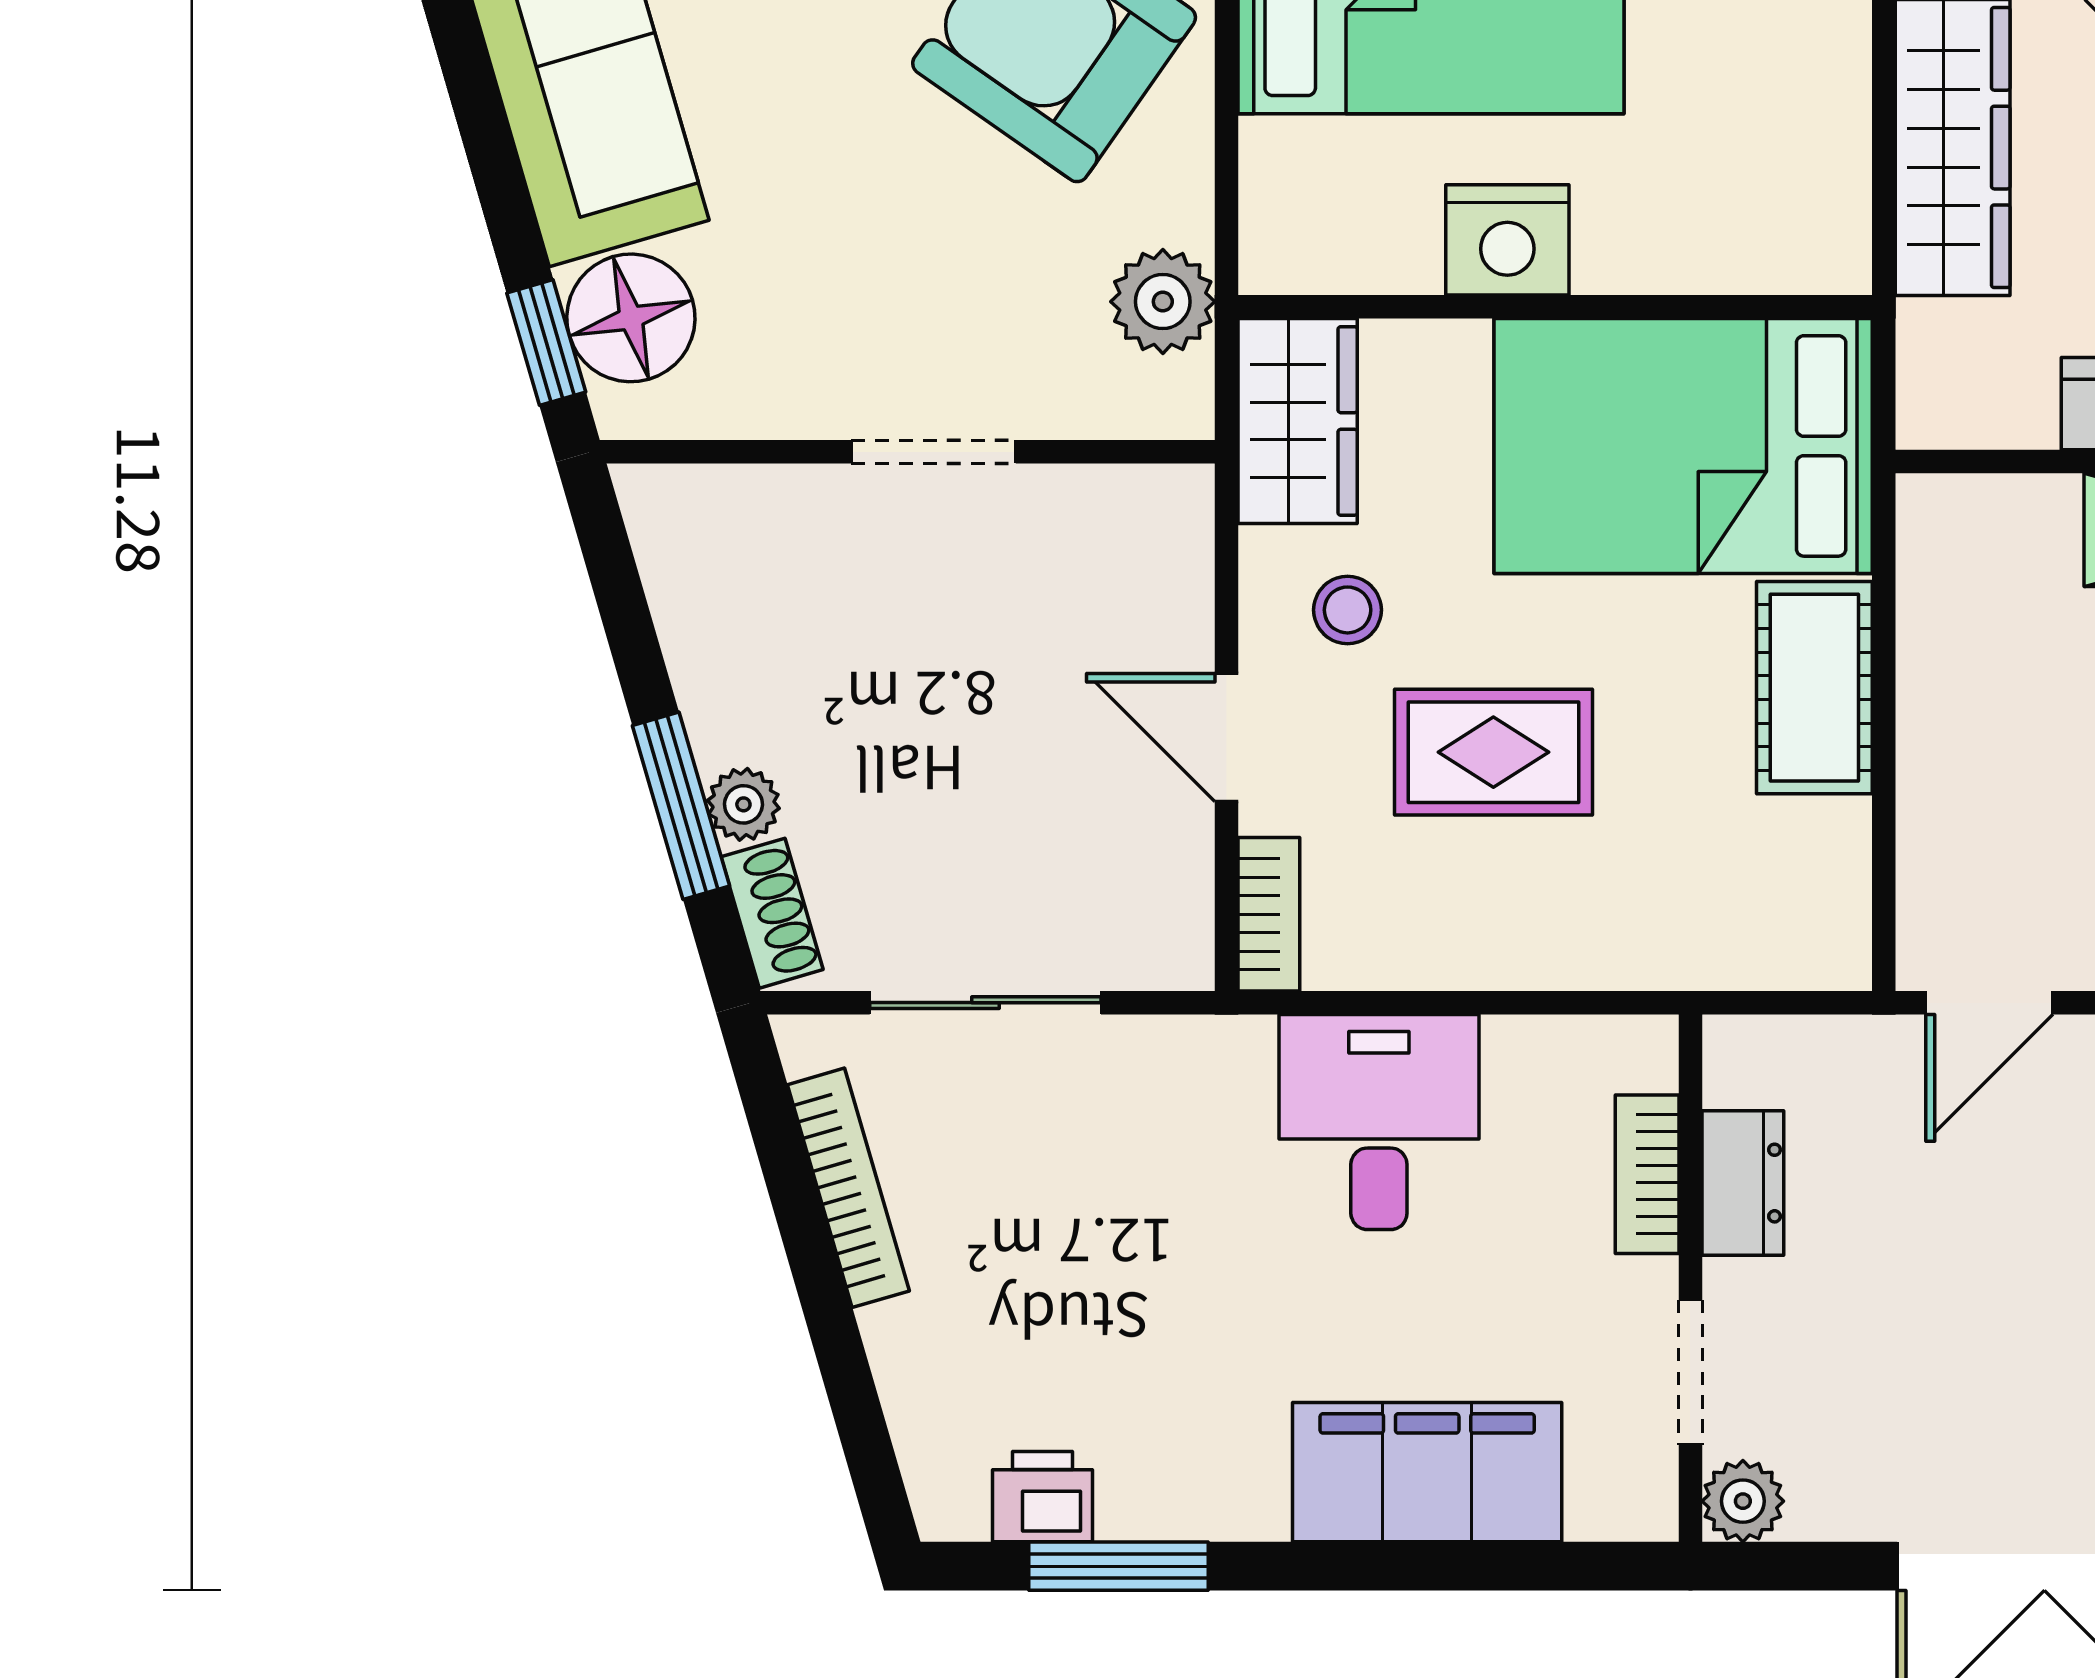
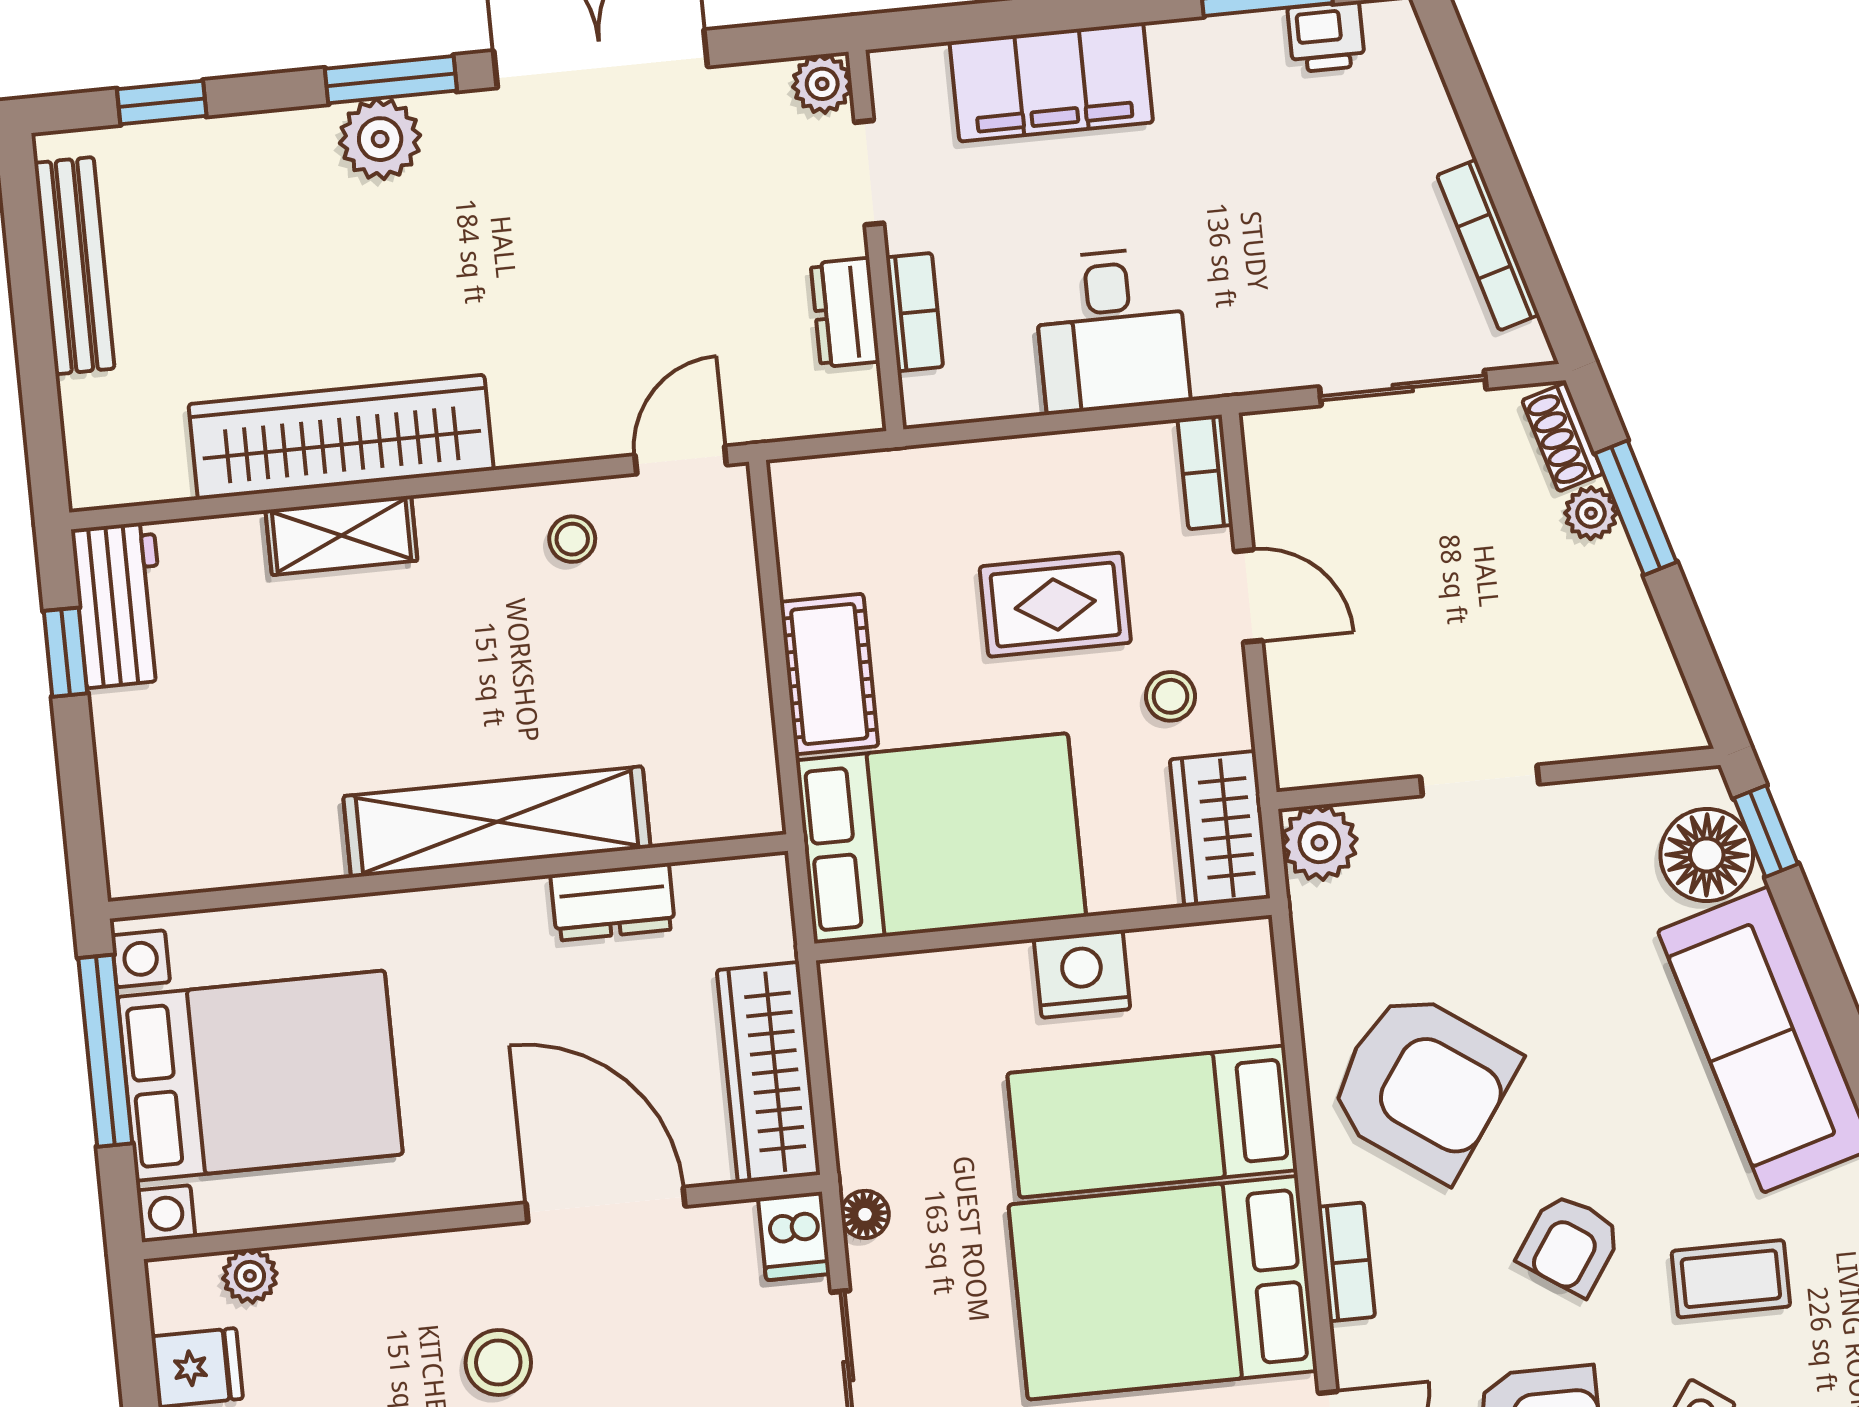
plant: (1163, 302) -> (1319, 843), moved

